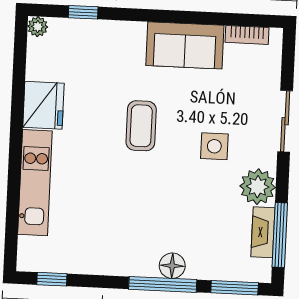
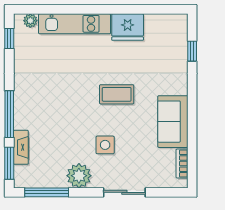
plant: (38, 27) -> (30, 21), moved
fireplace: (263, 232) -> (21, 147), moved, turned 90
floor lamp: (172, 266) -> (22, 120), removed

